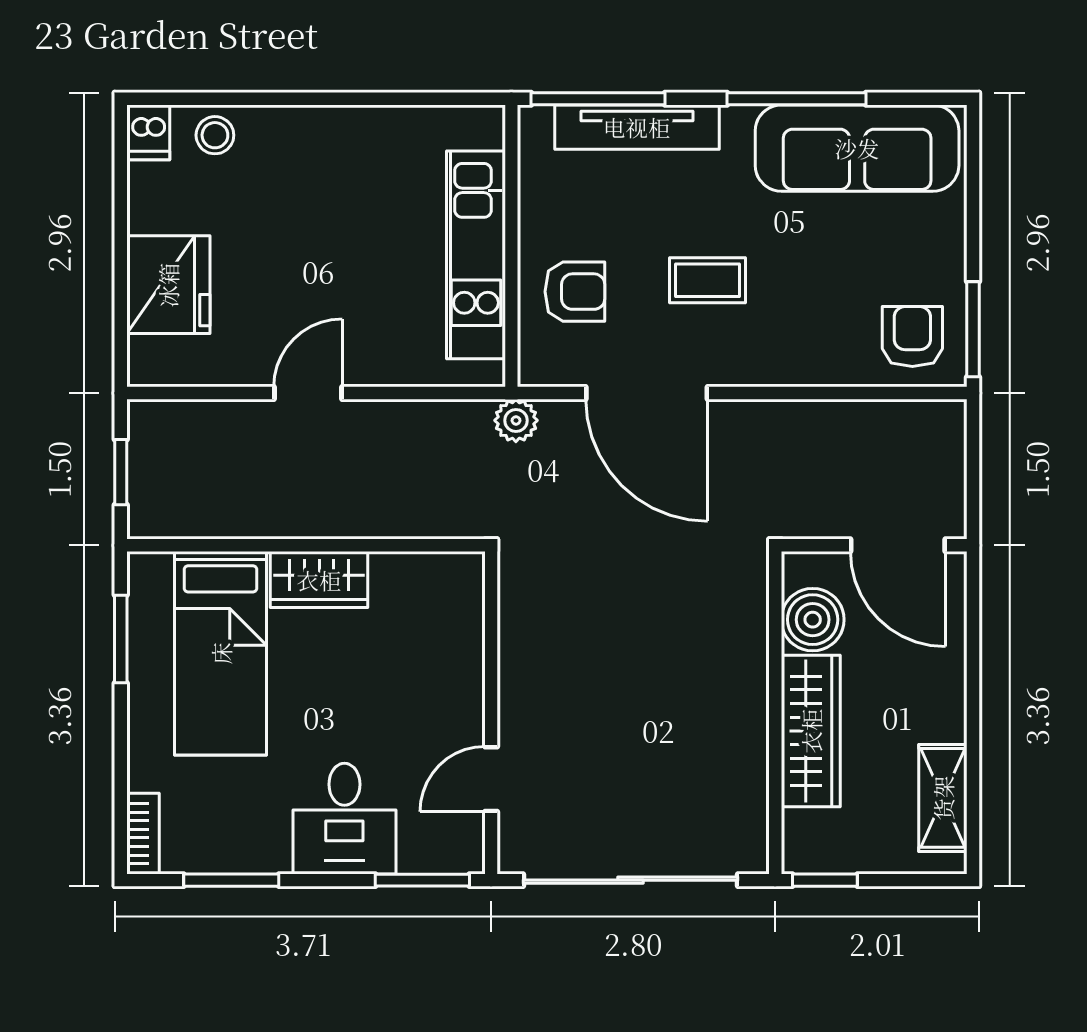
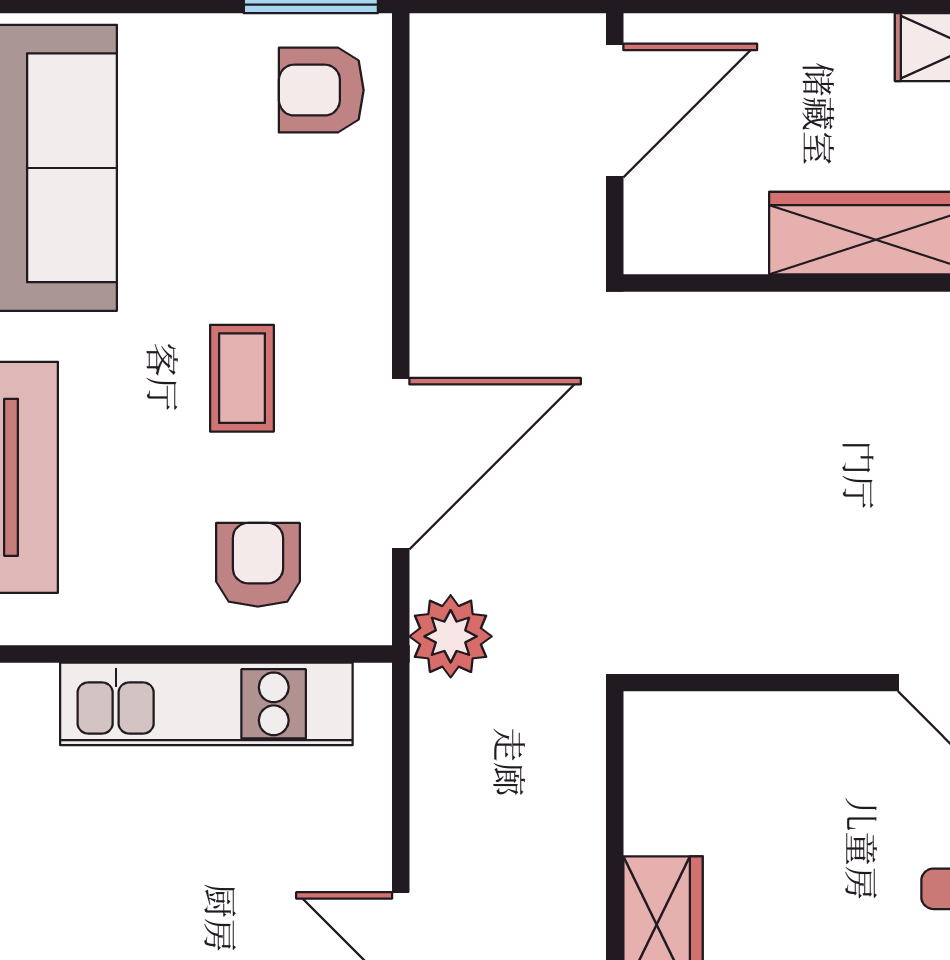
plant: (516, 420) -> (451, 636), width x1.38, depth x1.38
boiler: (813, 620) -> (719, 230), removed

